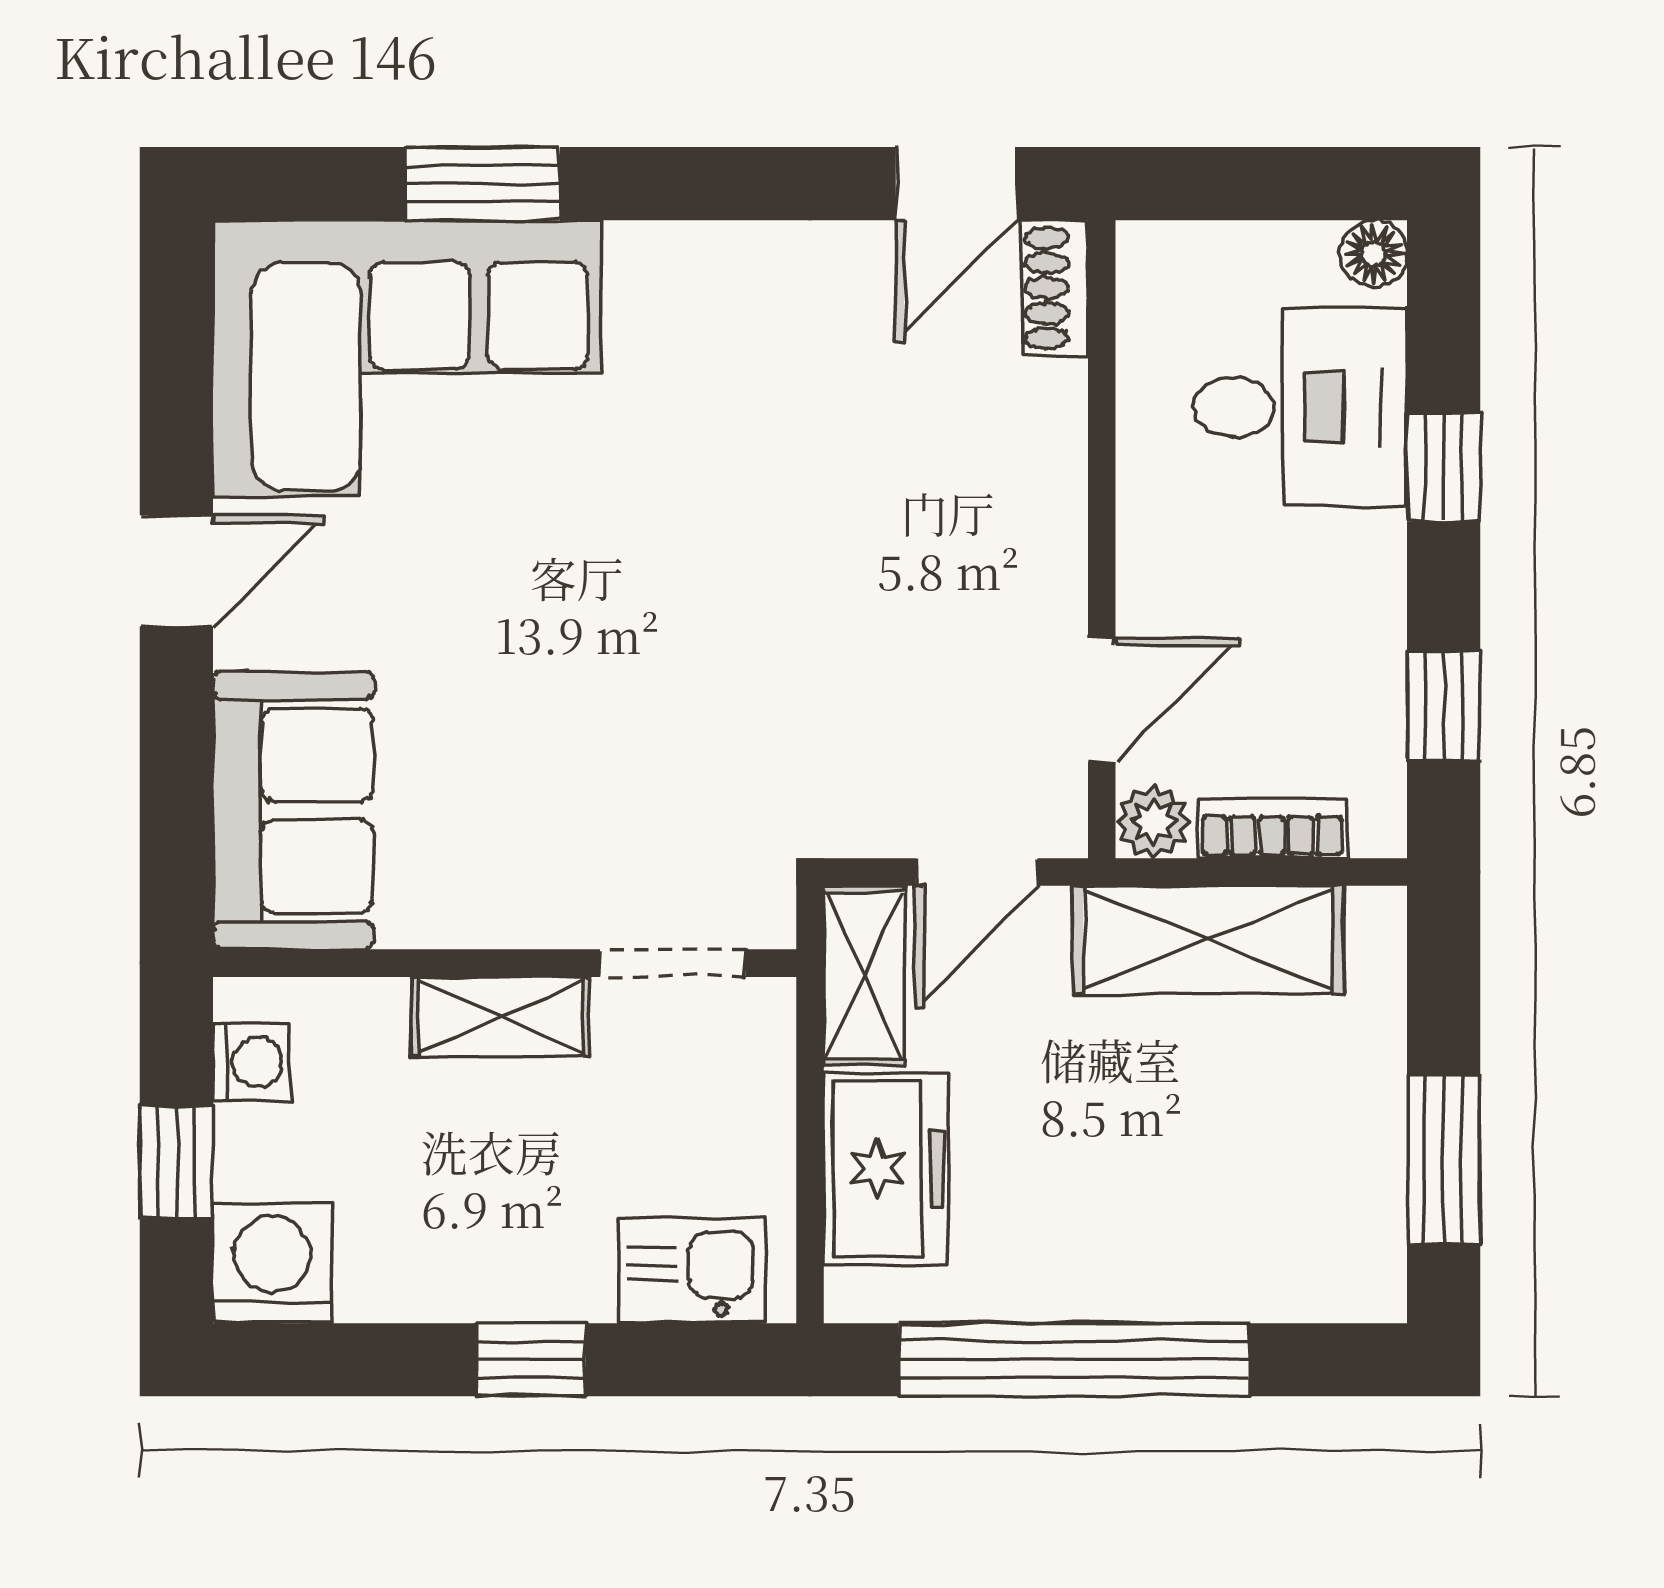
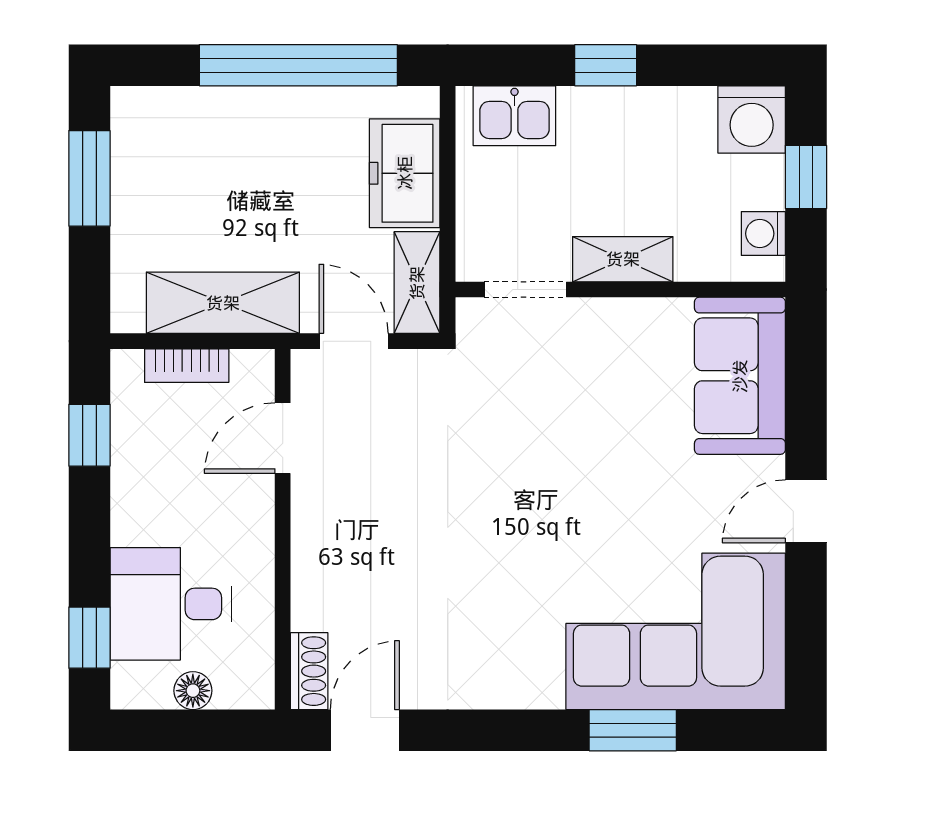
floor lamp: (1374, 254) -> (193, 691), moved
window: (1444, 467) -> (89, 638), moved
plant: (1153, 822) -> (254, 369), removed
door: (976, 872) -> (354, 341), hinge flipped

